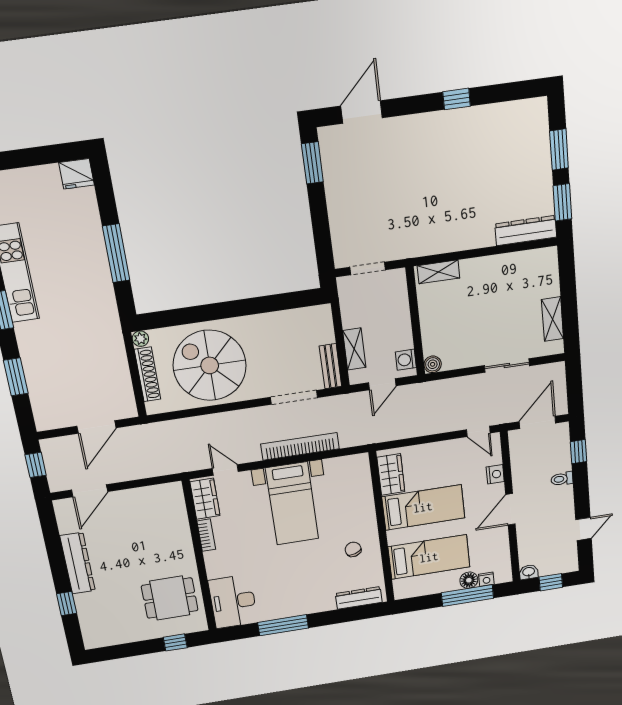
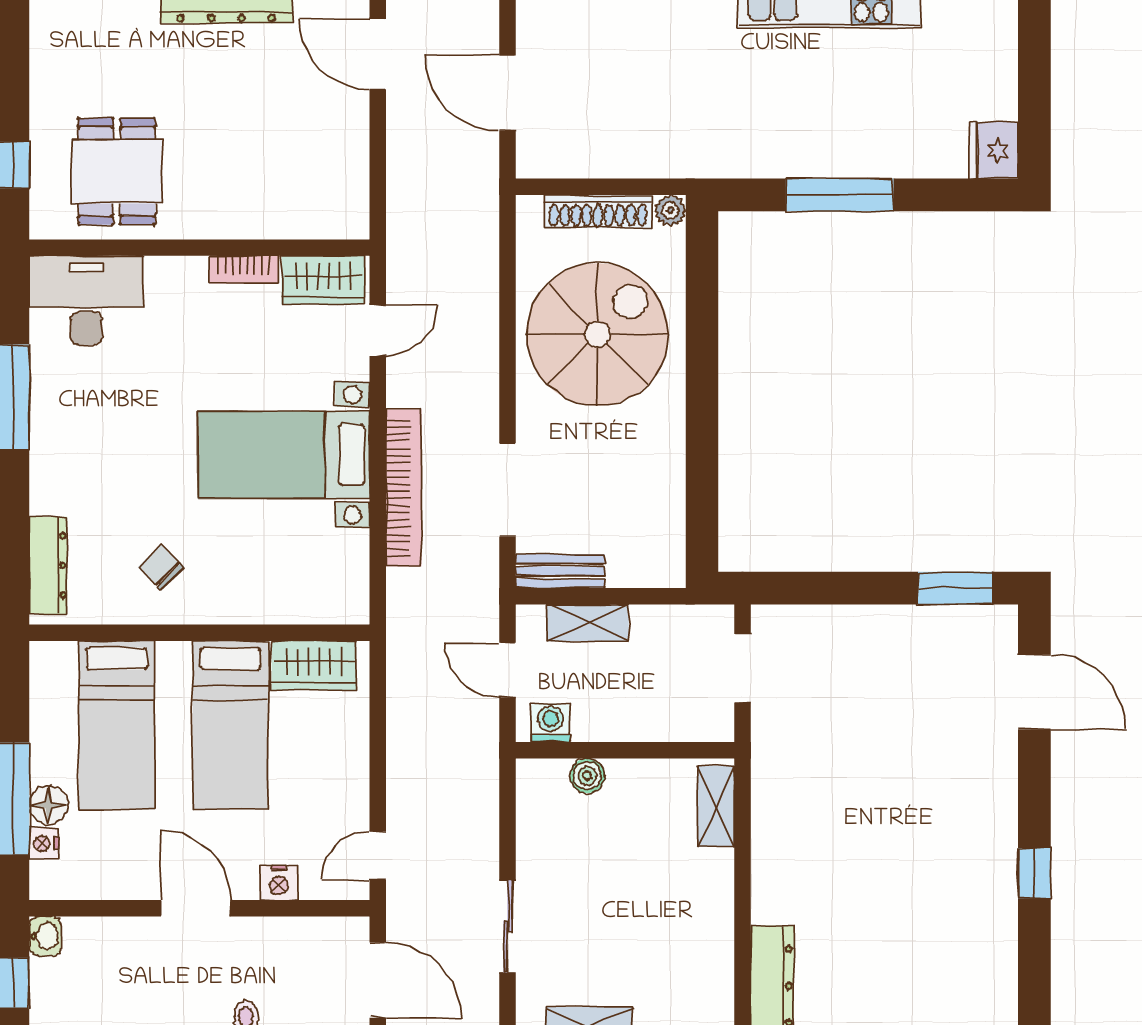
boiler: (433, 364) -> (587, 776), moved
chair: (353, 549) -> (161, 567), turned -117

